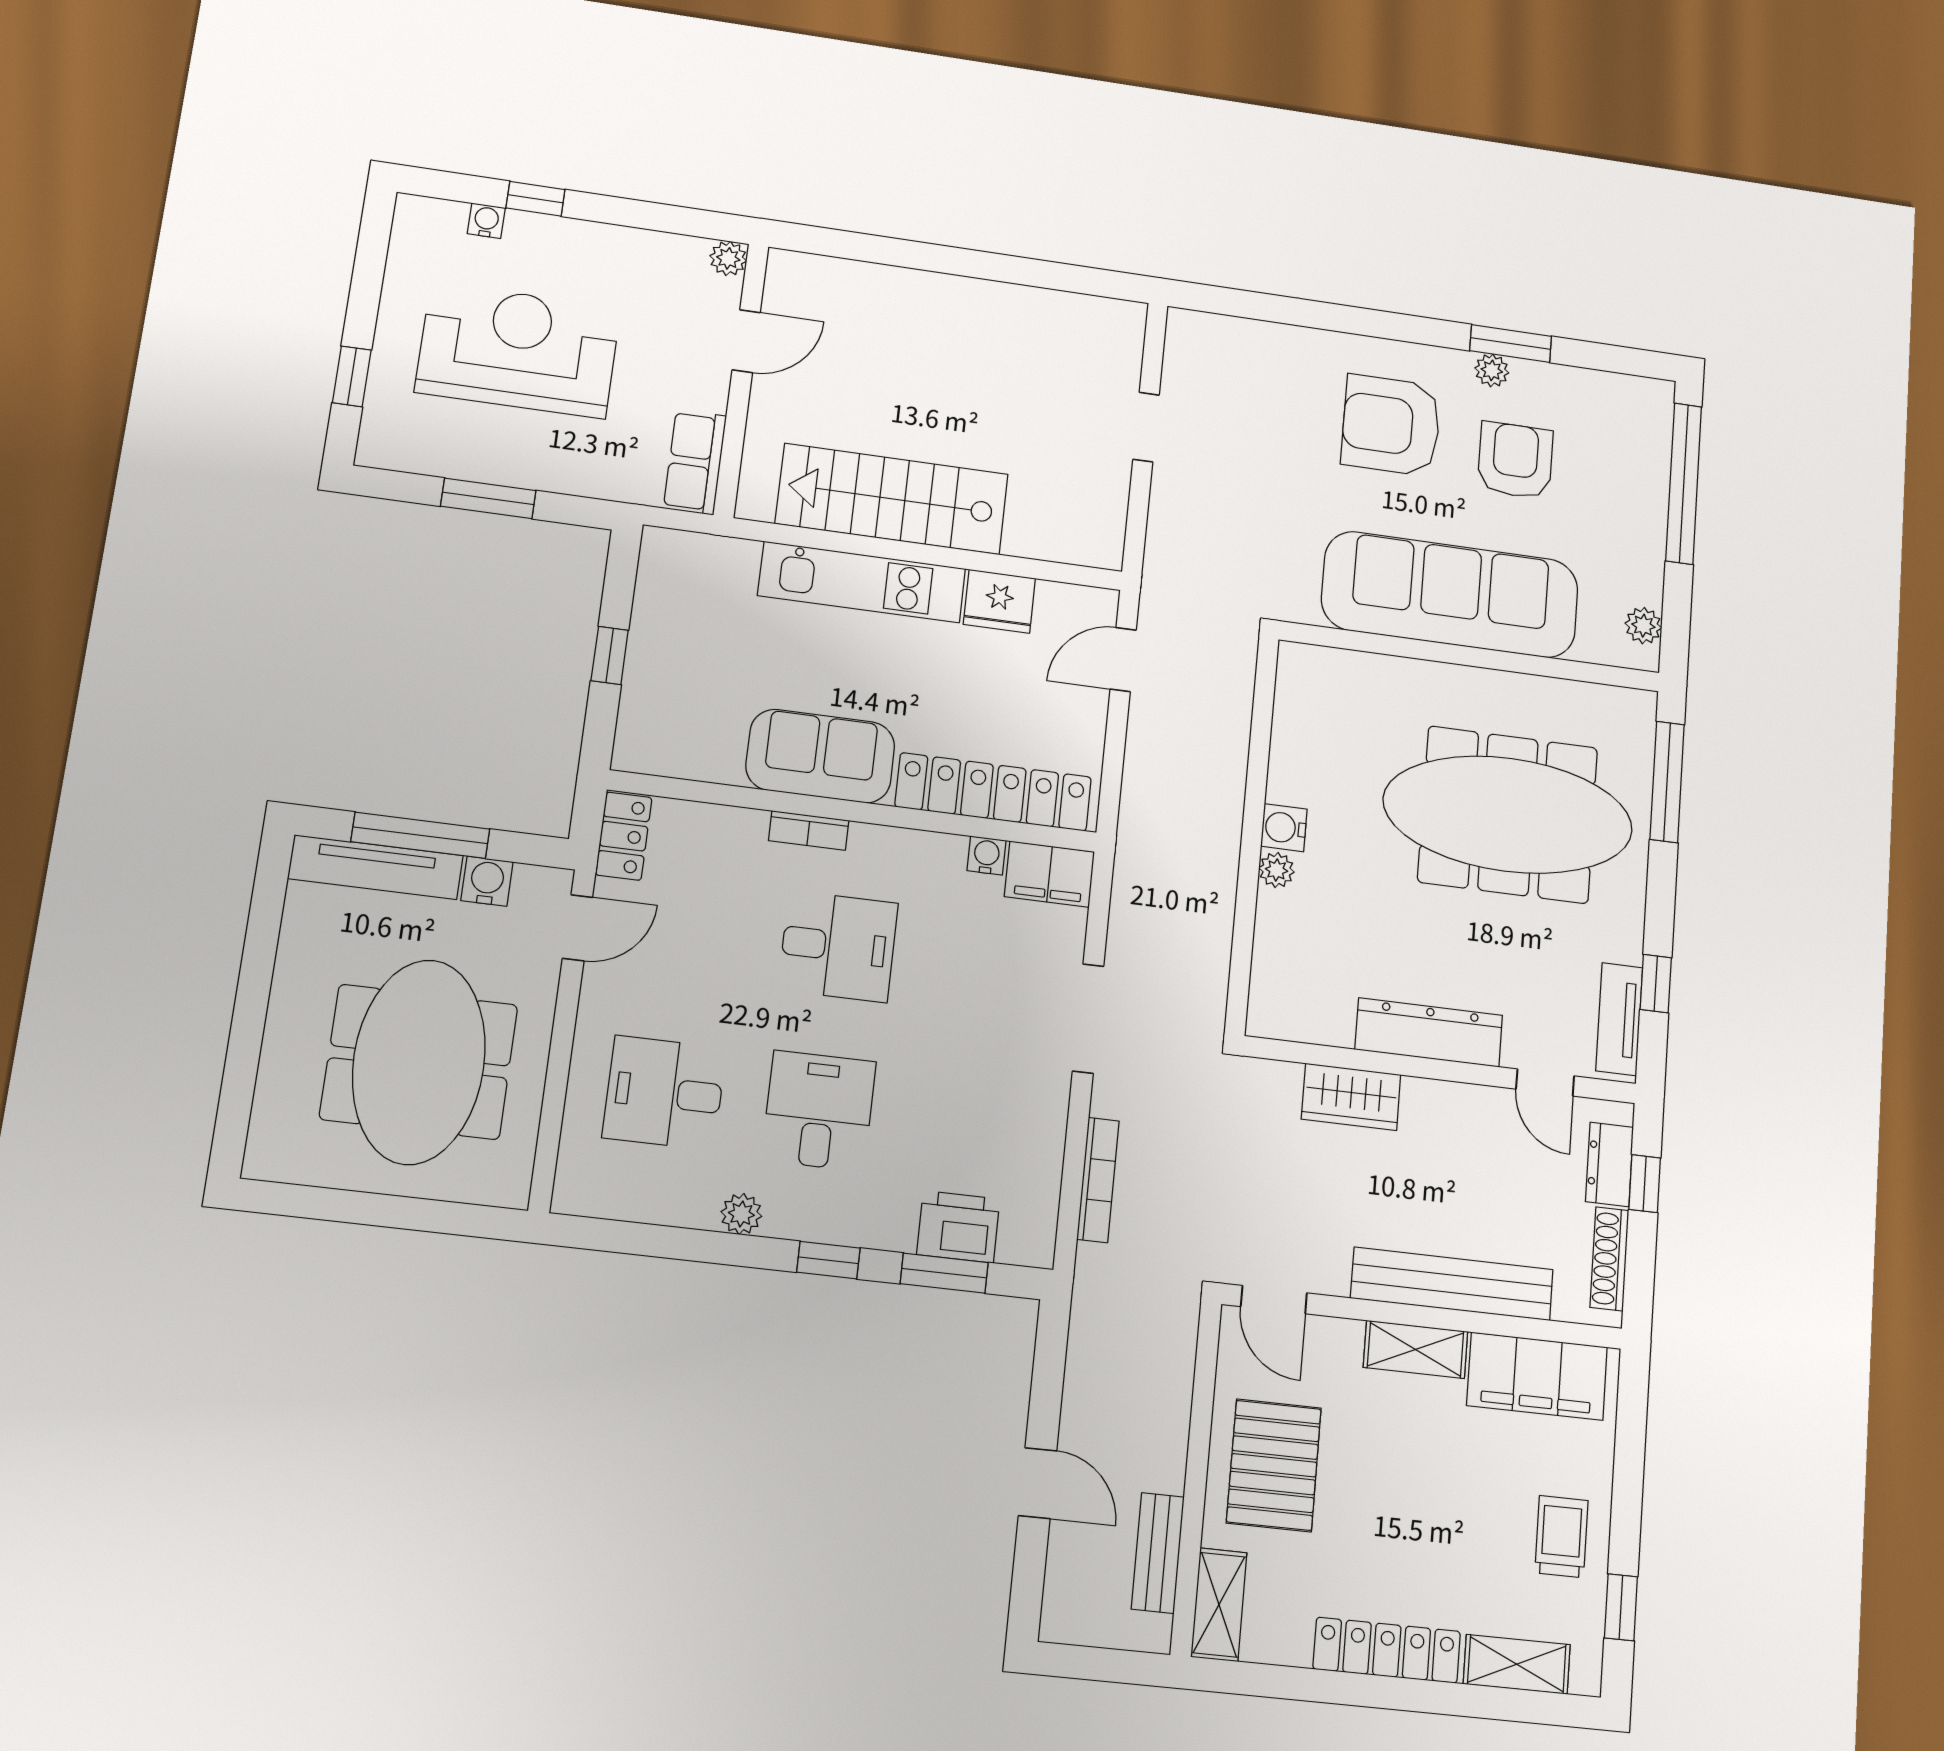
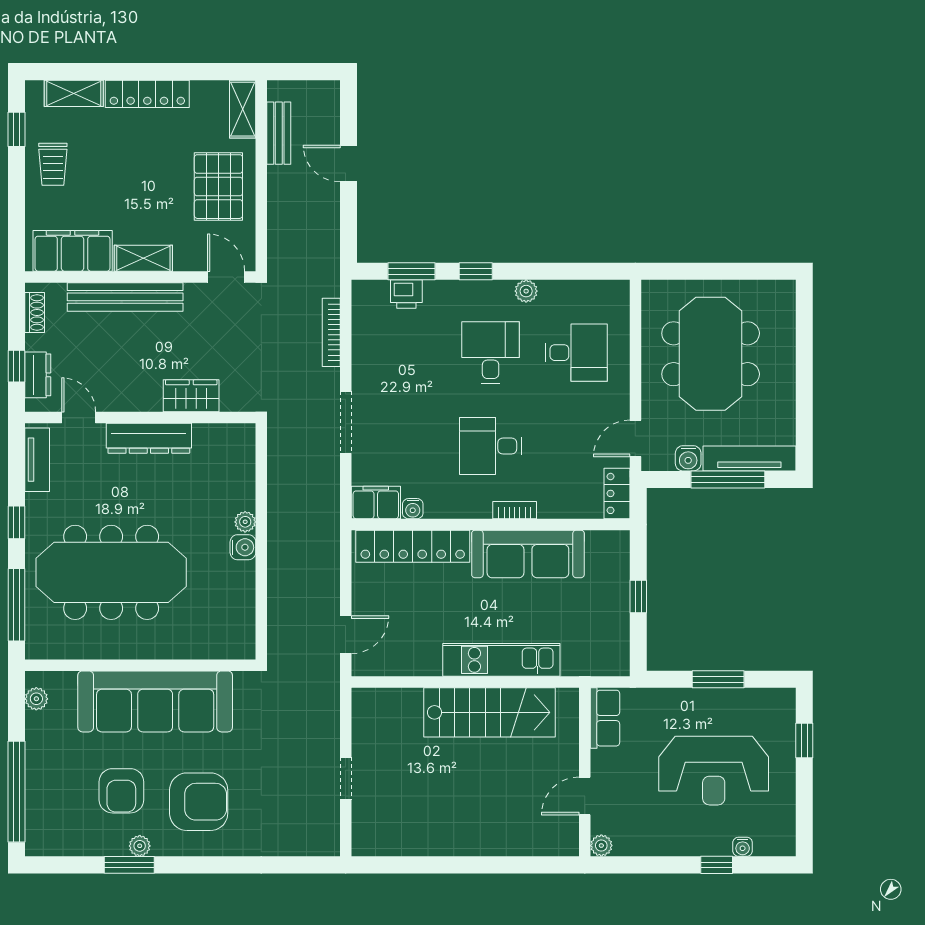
fridge: (999, 601) -> (421, 660), removed
sofa: (820, 756) -> (528, 554), width x1.36
window: (1656, 984) -> (17, 522), moved
desk: (819, 1111) -> (491, 353), turned 180
printer: (958, 1227) -> (406, 294), width x0.73, depth x0.81
shoe rack: (1609, 1259) -> (35, 312), width x0.70

